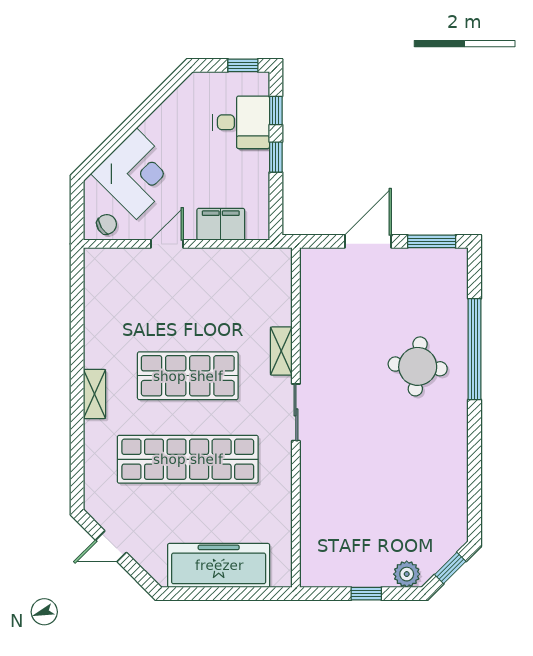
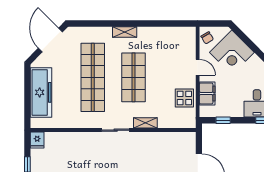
window: (276, 157) -> (223, 120), moved
display table: (230, 271) -> (184, 98), added
door: (111, 546) -> (50, 40), width x1.88
fridge: (316, 573) -> (37, 140), added

